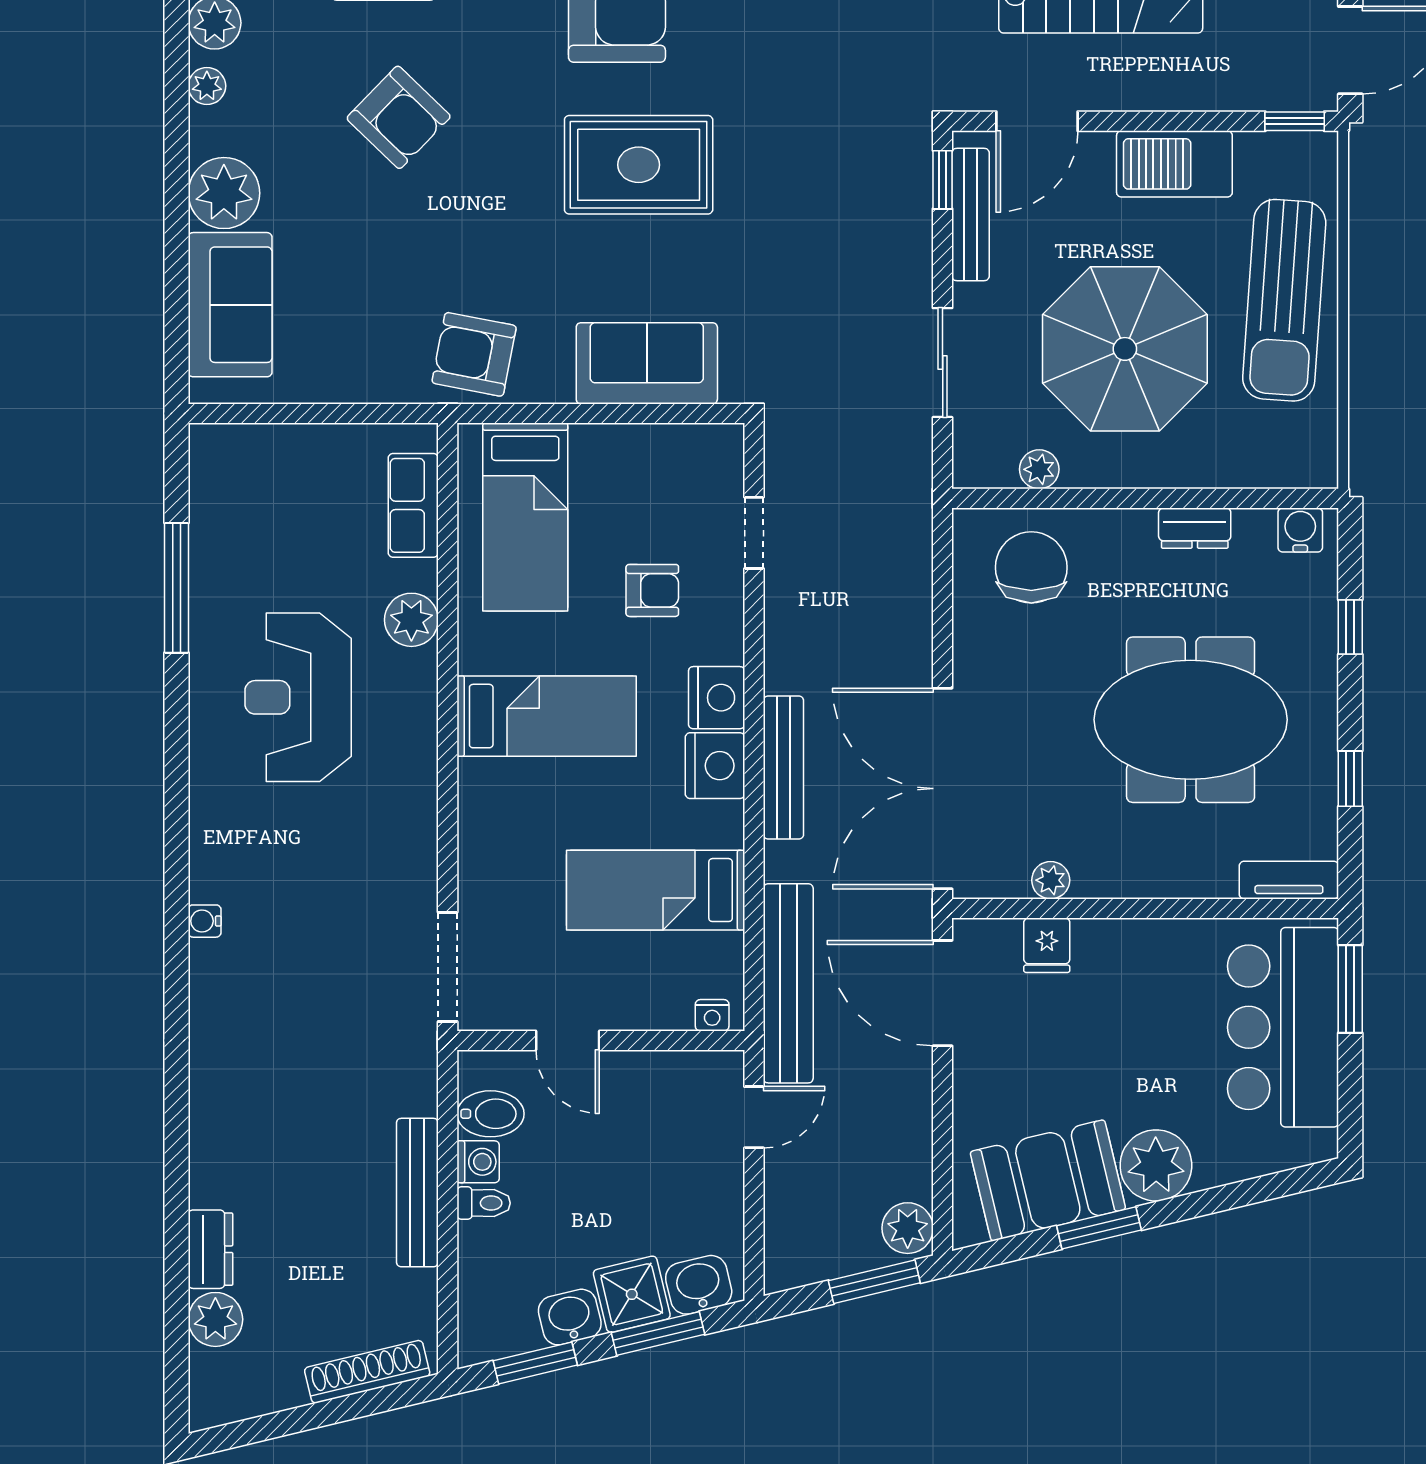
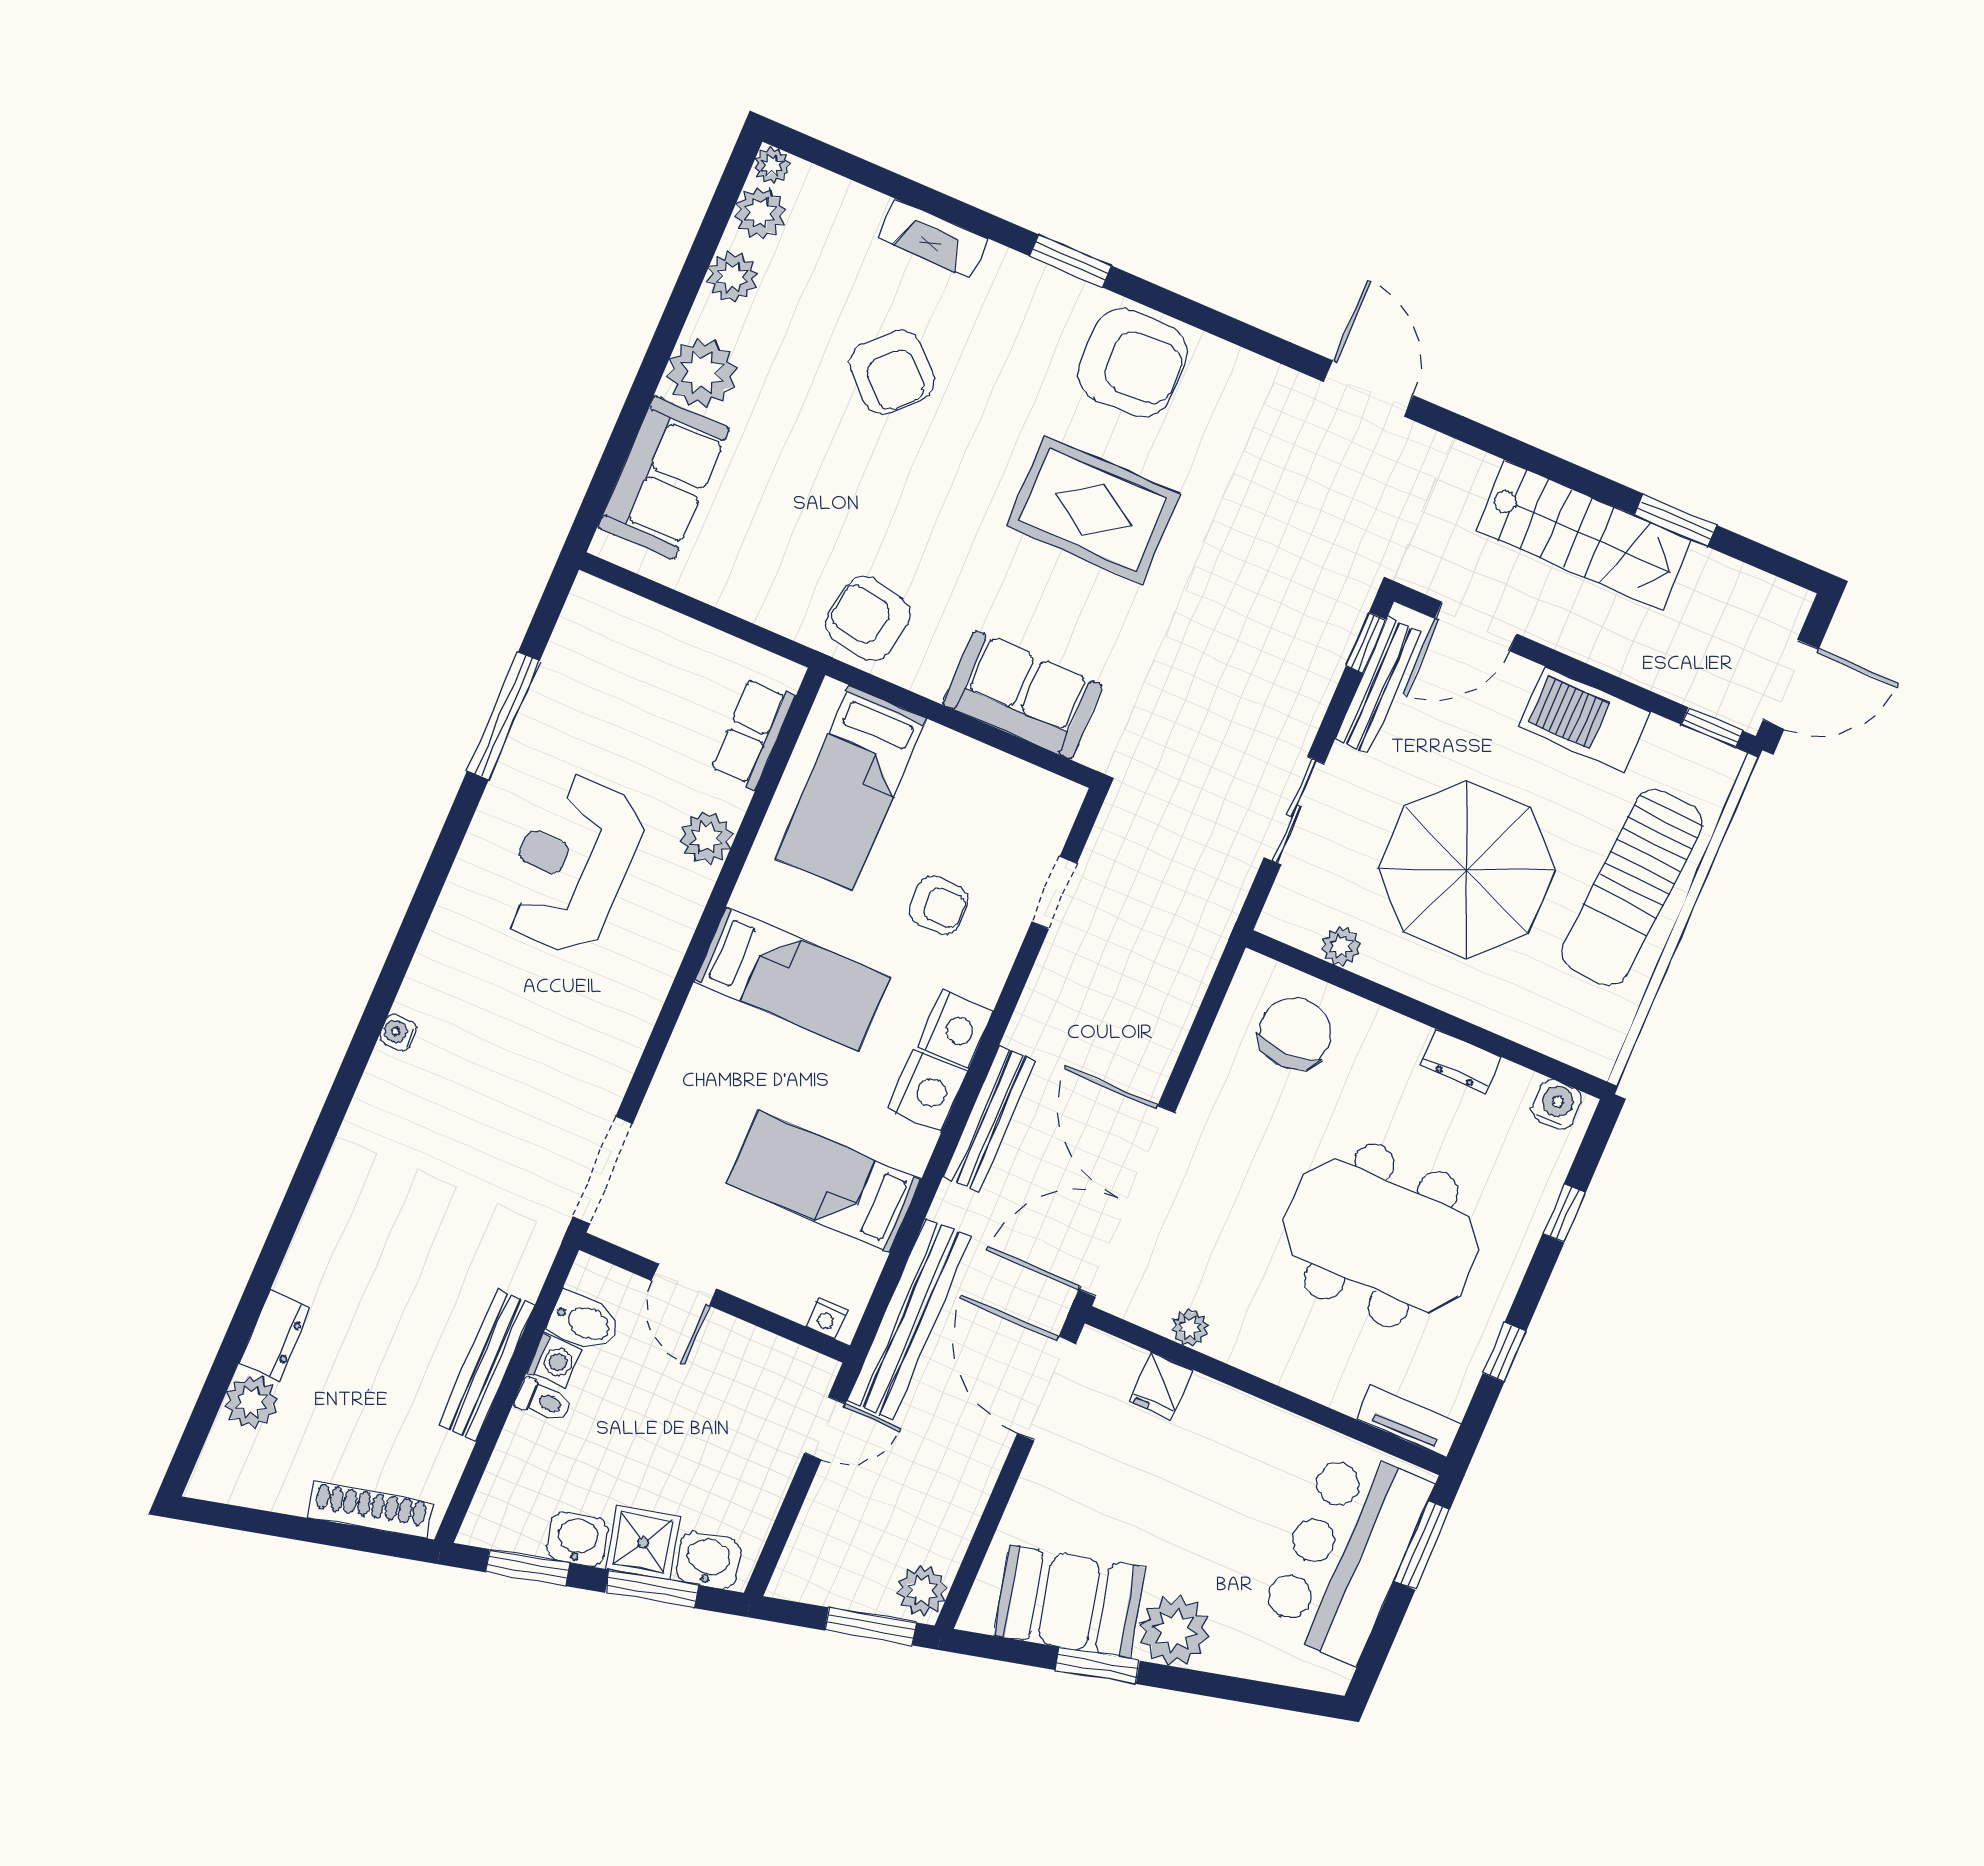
plant: (207, 86) -> (732, 277), width x1.38, depth x1.38

